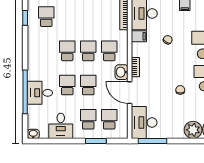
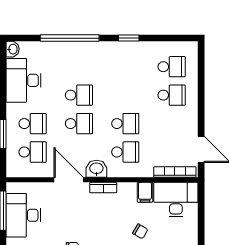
window: (25, 18) -> (129, 38), moved
school desk: (67, 51) -> (172, 95), moved
desk: (40, 93) -> (68, 58), removed
door: (130, 93) -> (69, 180), hinge flipped
desk: (144, 123) -> (23, 215), moved, turned -90
desk: (61, 126) -> (24, 80), width x1.37

